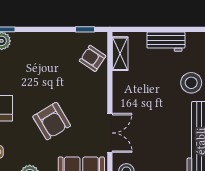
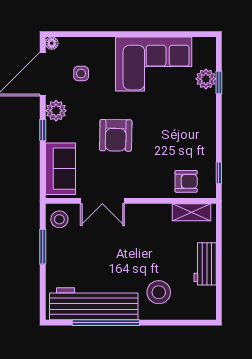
armchair: (93, 58) -> (186, 181), turned 56
armchair: (52, 121) -> (116, 135), turned -58

